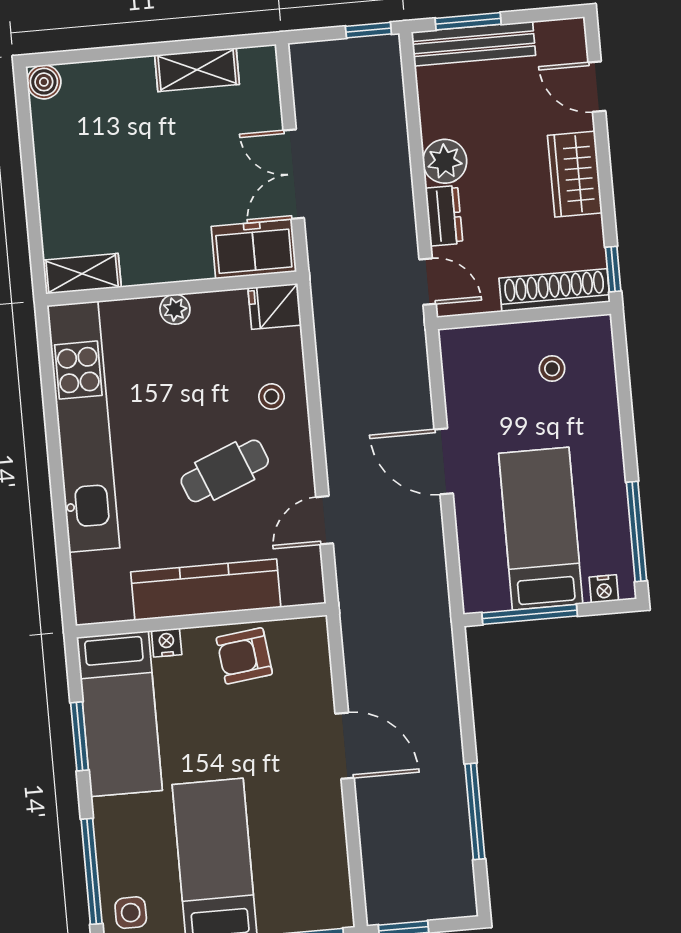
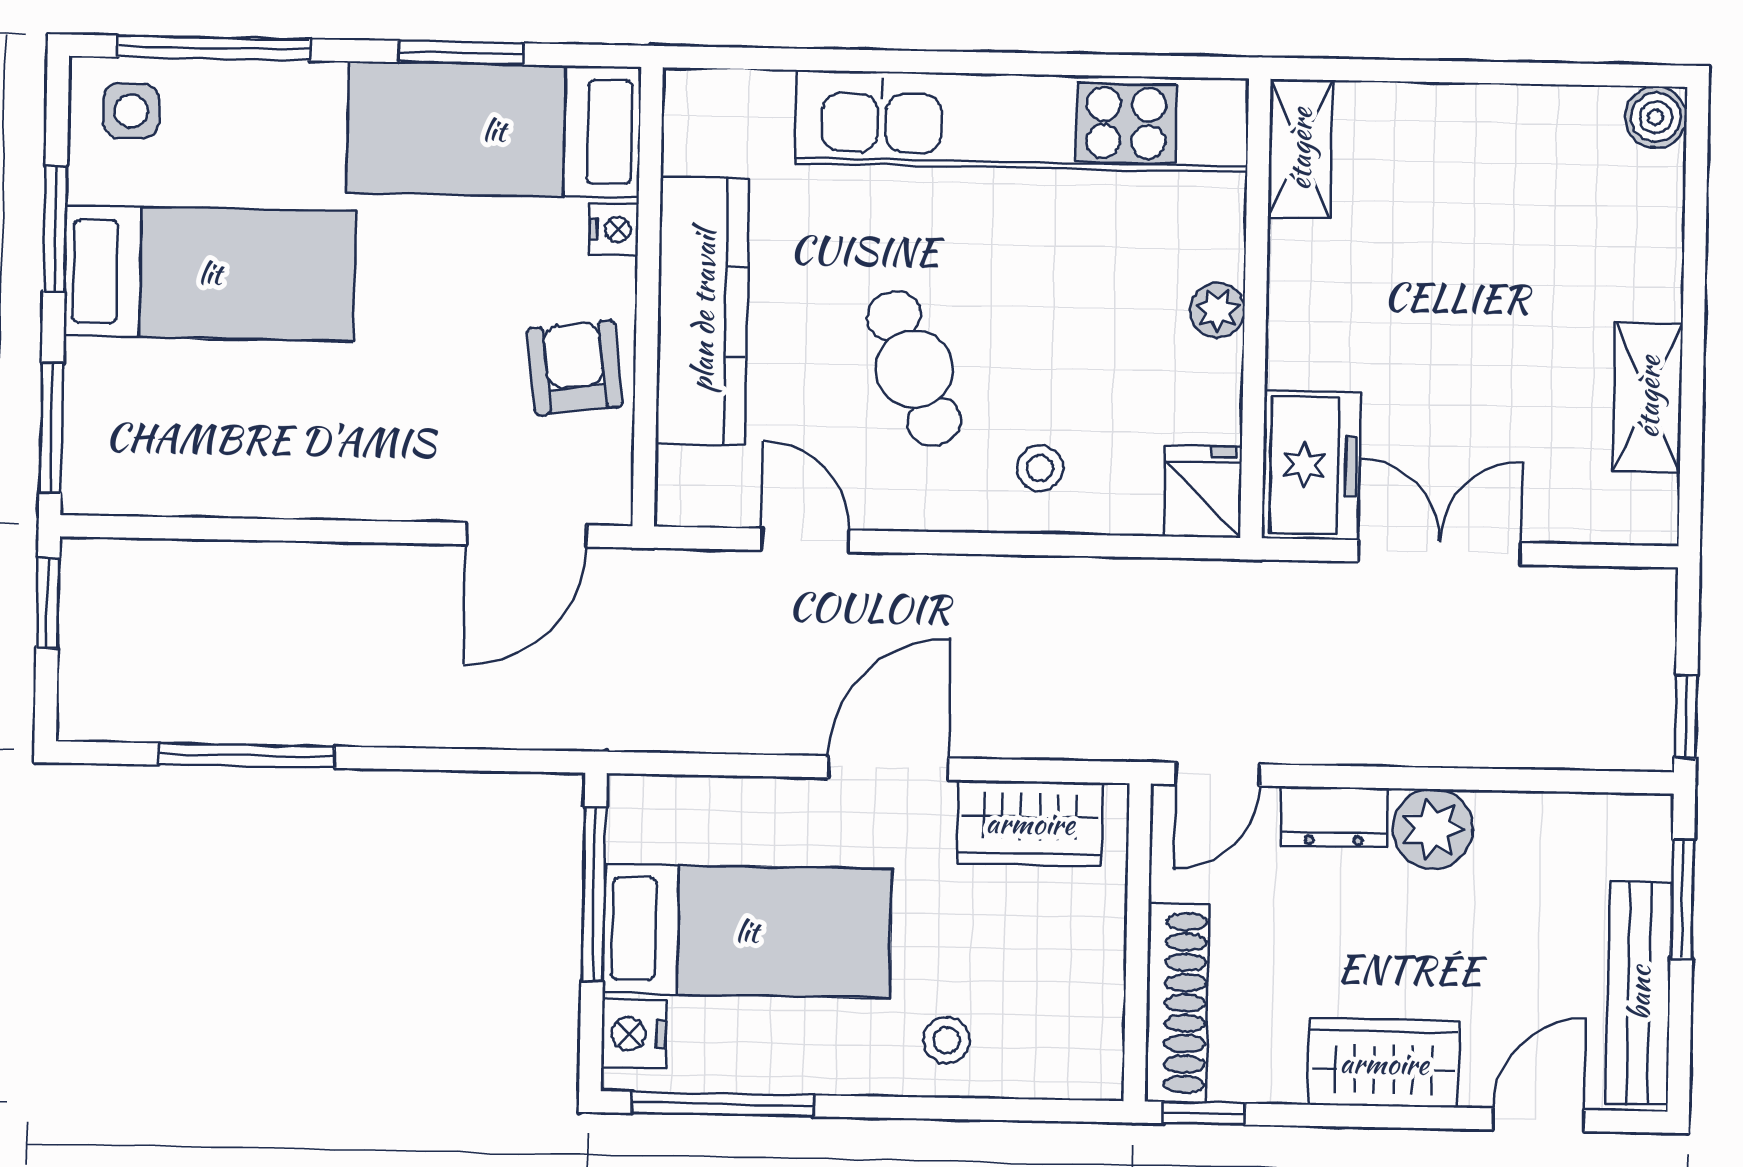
bench: (473, 44) -> (1639, 993), moved
stool: (552, 368) -> (946, 1040), moved
wardrobe: (465, 381) -> (1030, 823), added
nightstand: (604, 589) -> (634, 1034), width x1.39, depth x1.35
door: (345, 746) -> (526, 535), moved

